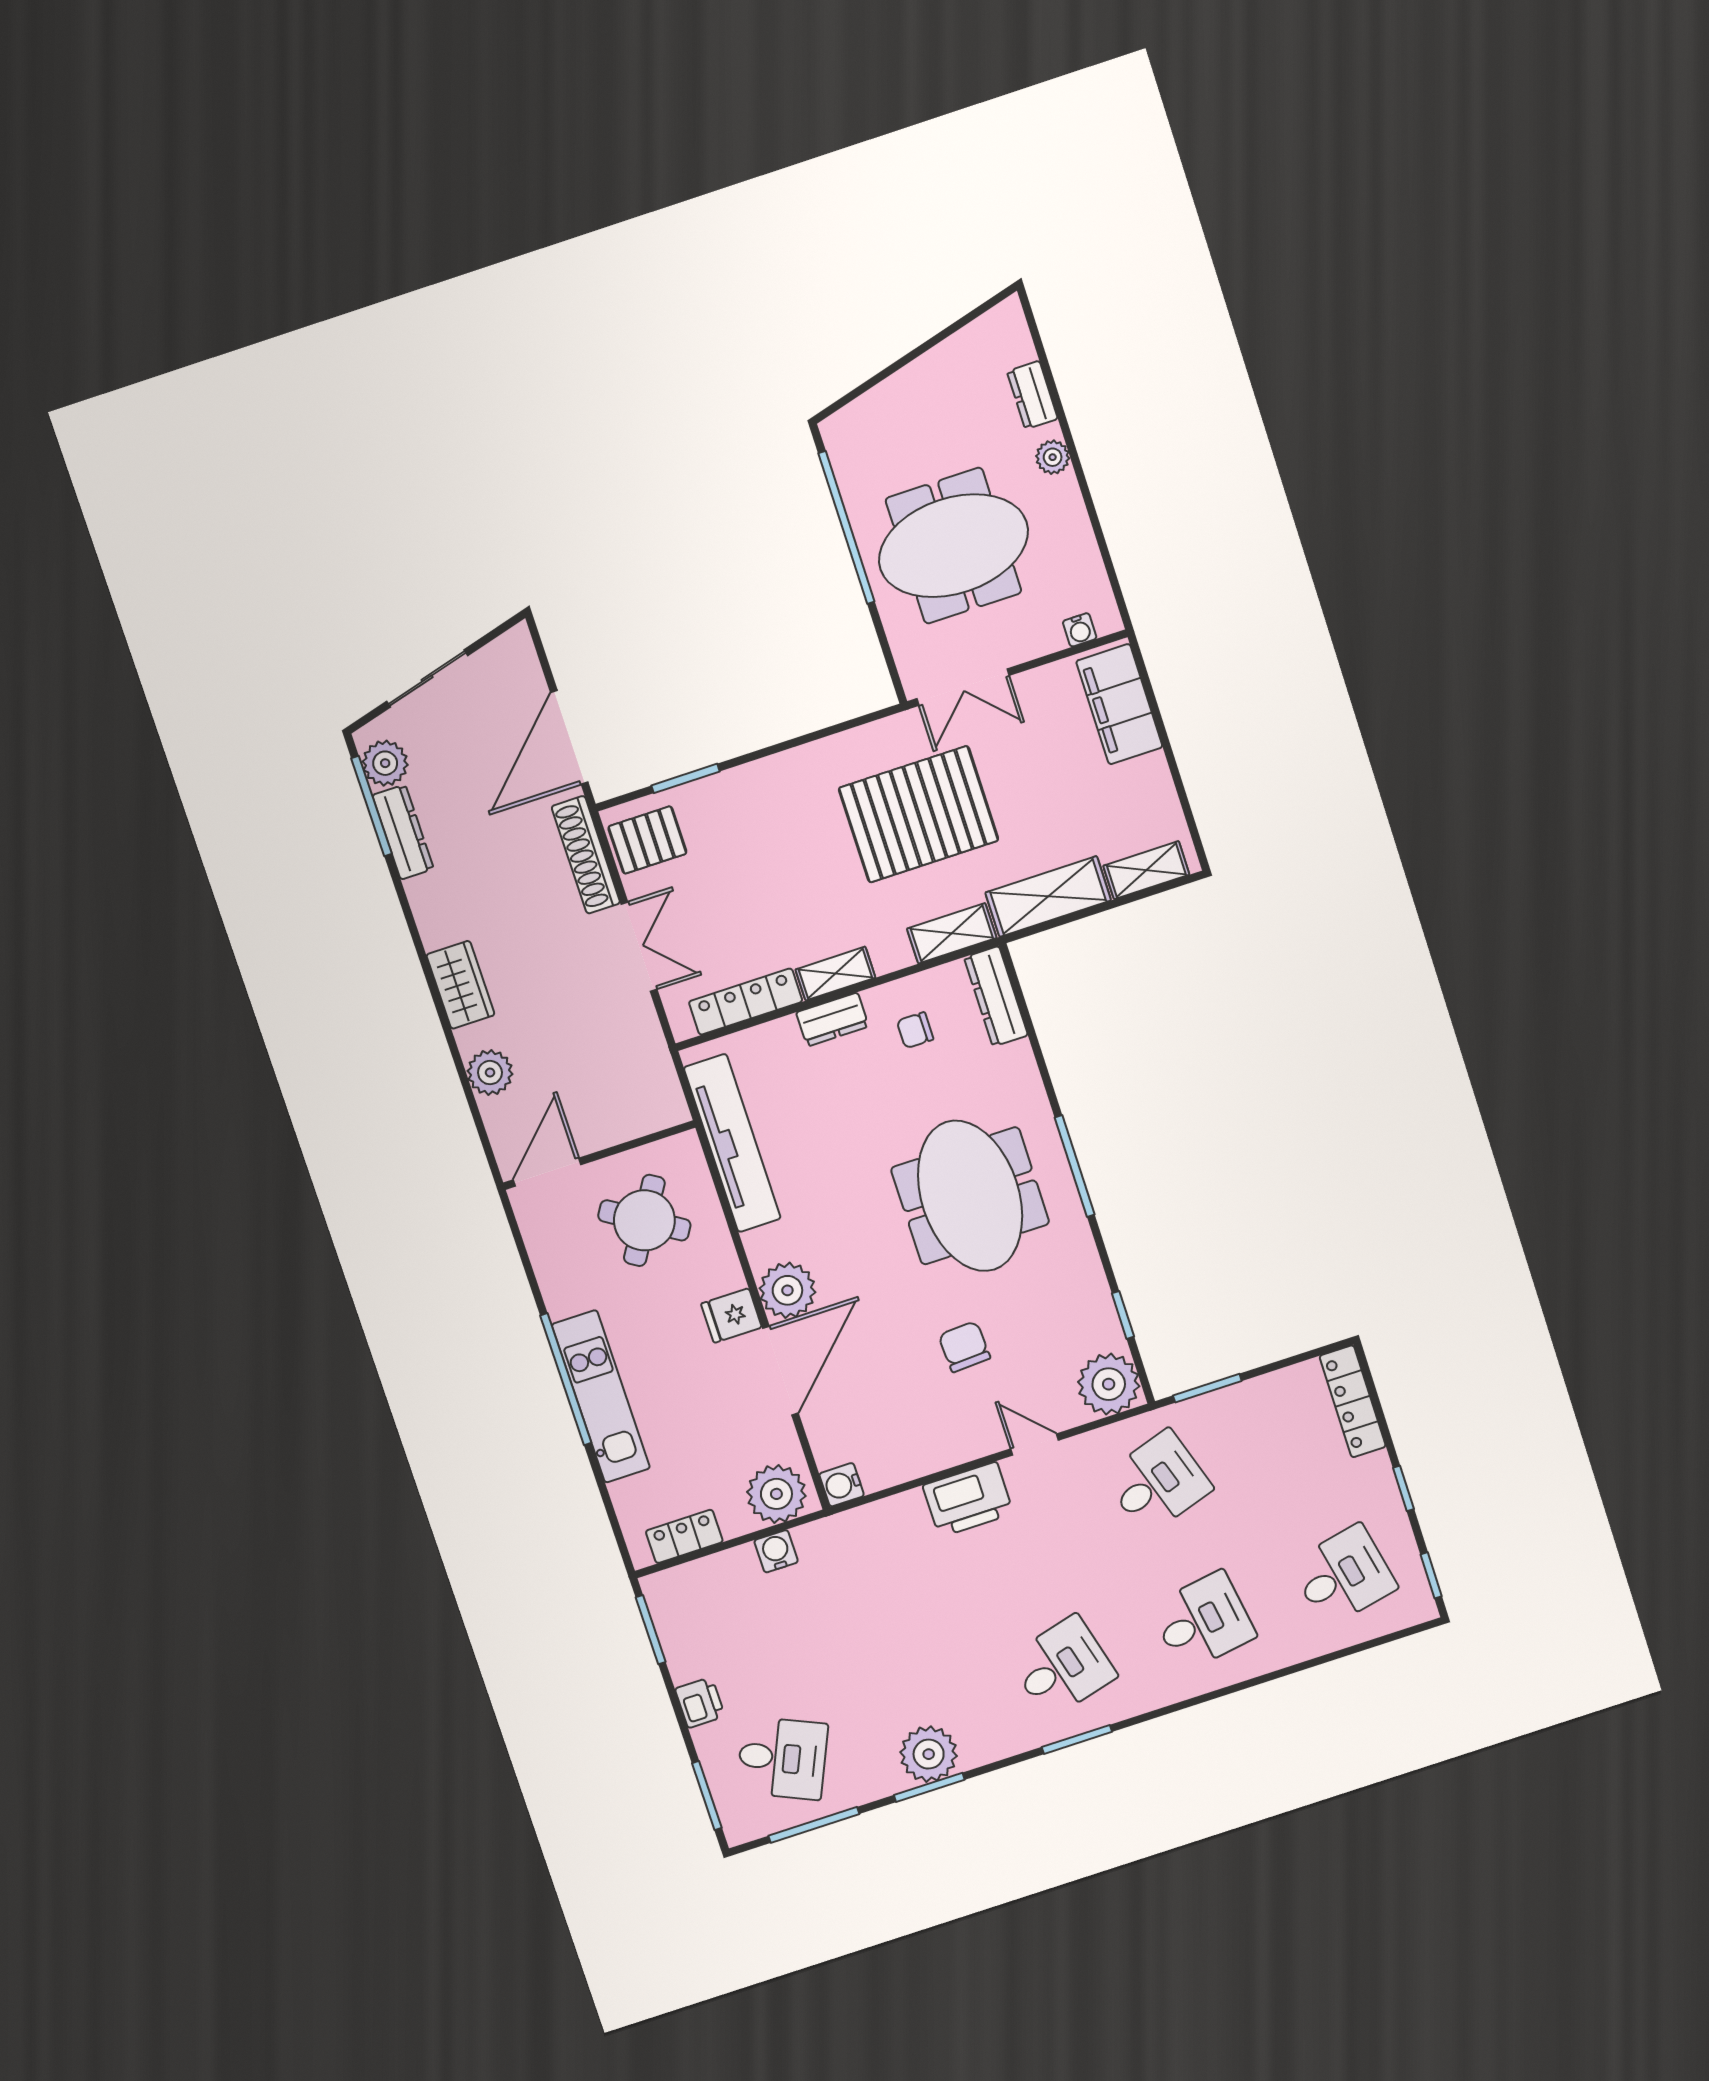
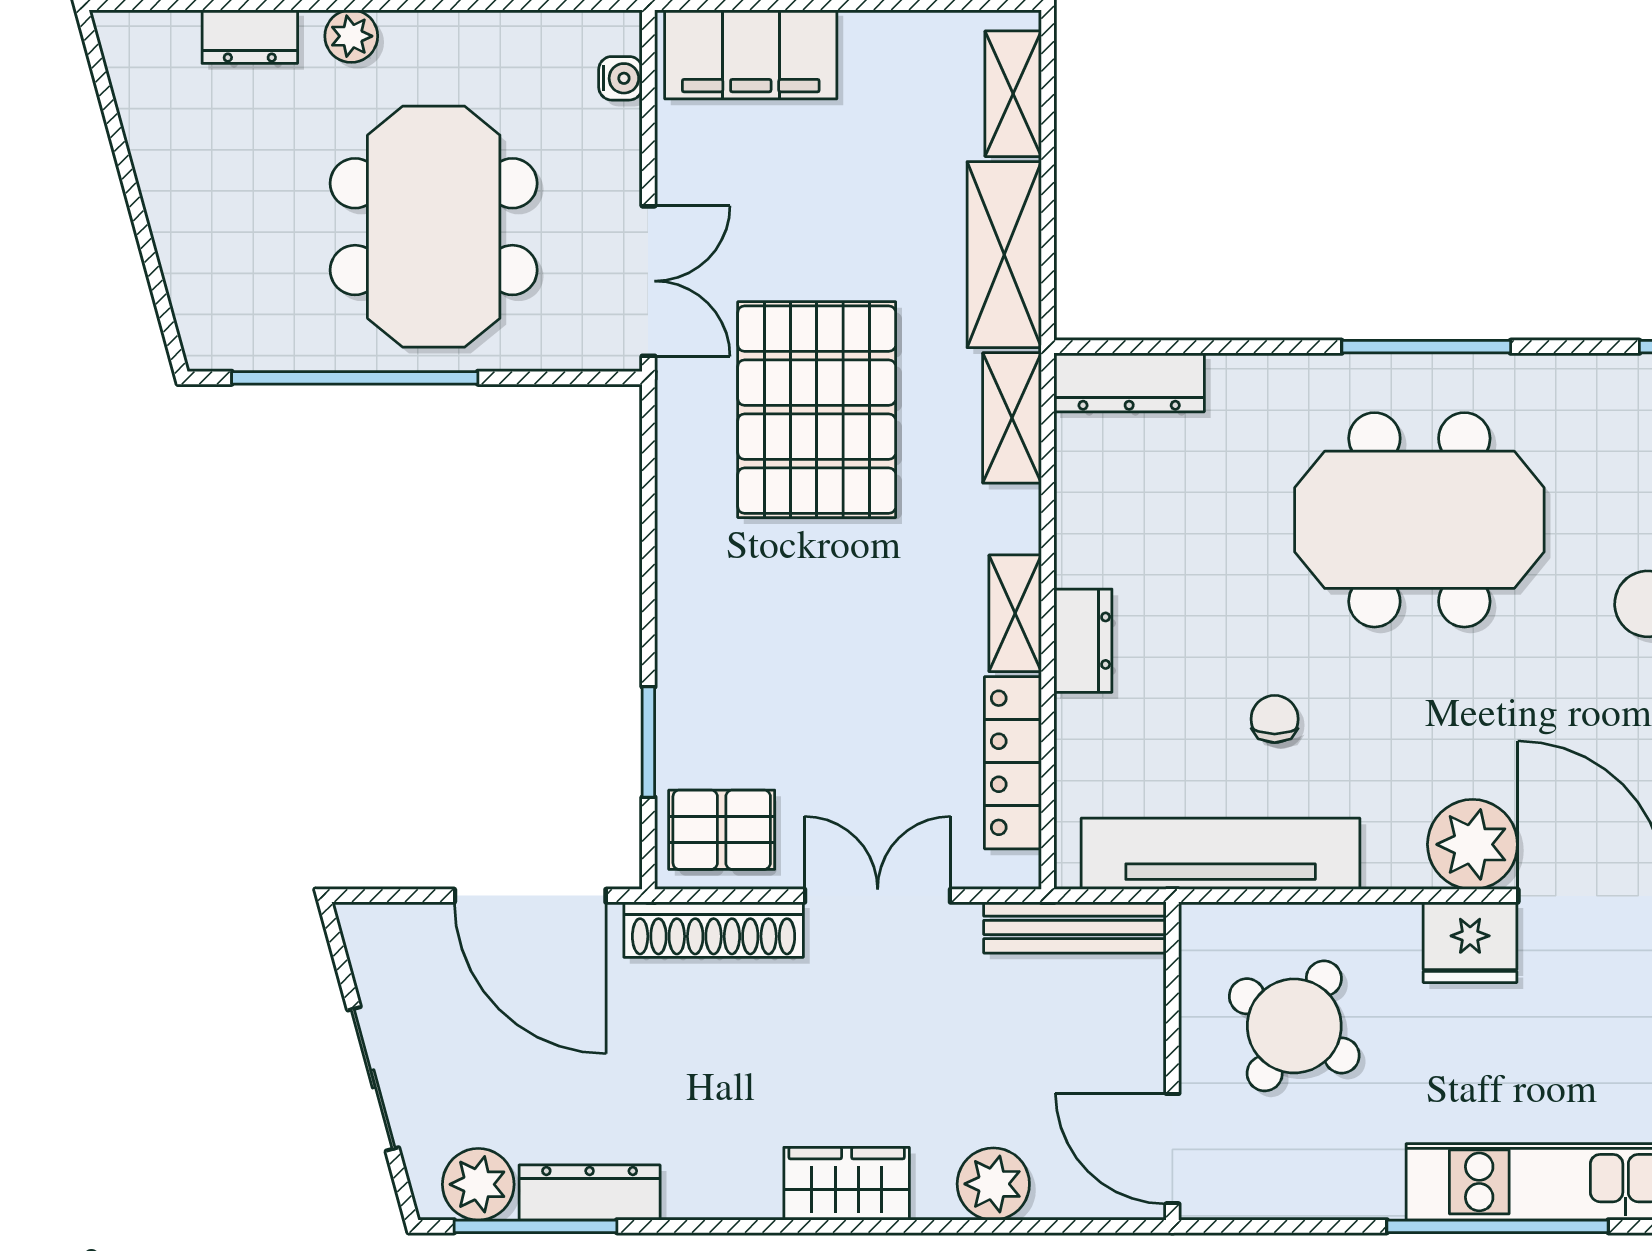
pallet: (647, 840) -> (722, 830), turned 90
chair: (915, 1030) -> (1275, 719), moved, turned 180
bench: (659, 1071) -> (1075, 927), added
fridge: (731, 1316) -> (1470, 942), width x1.38

